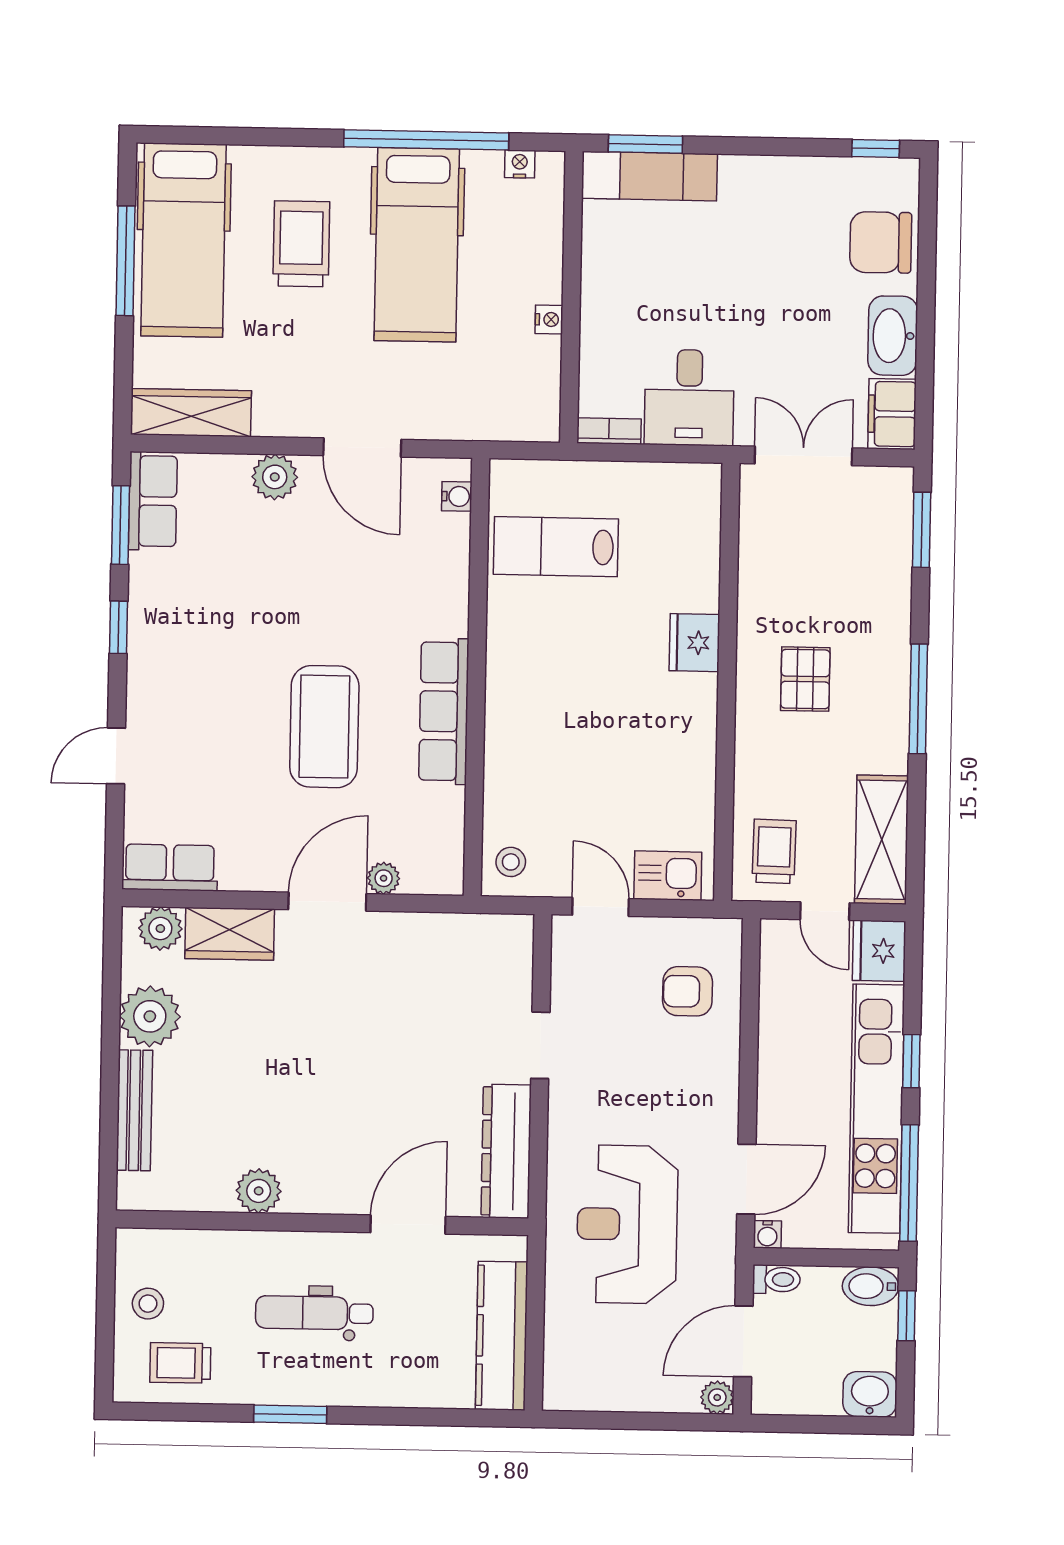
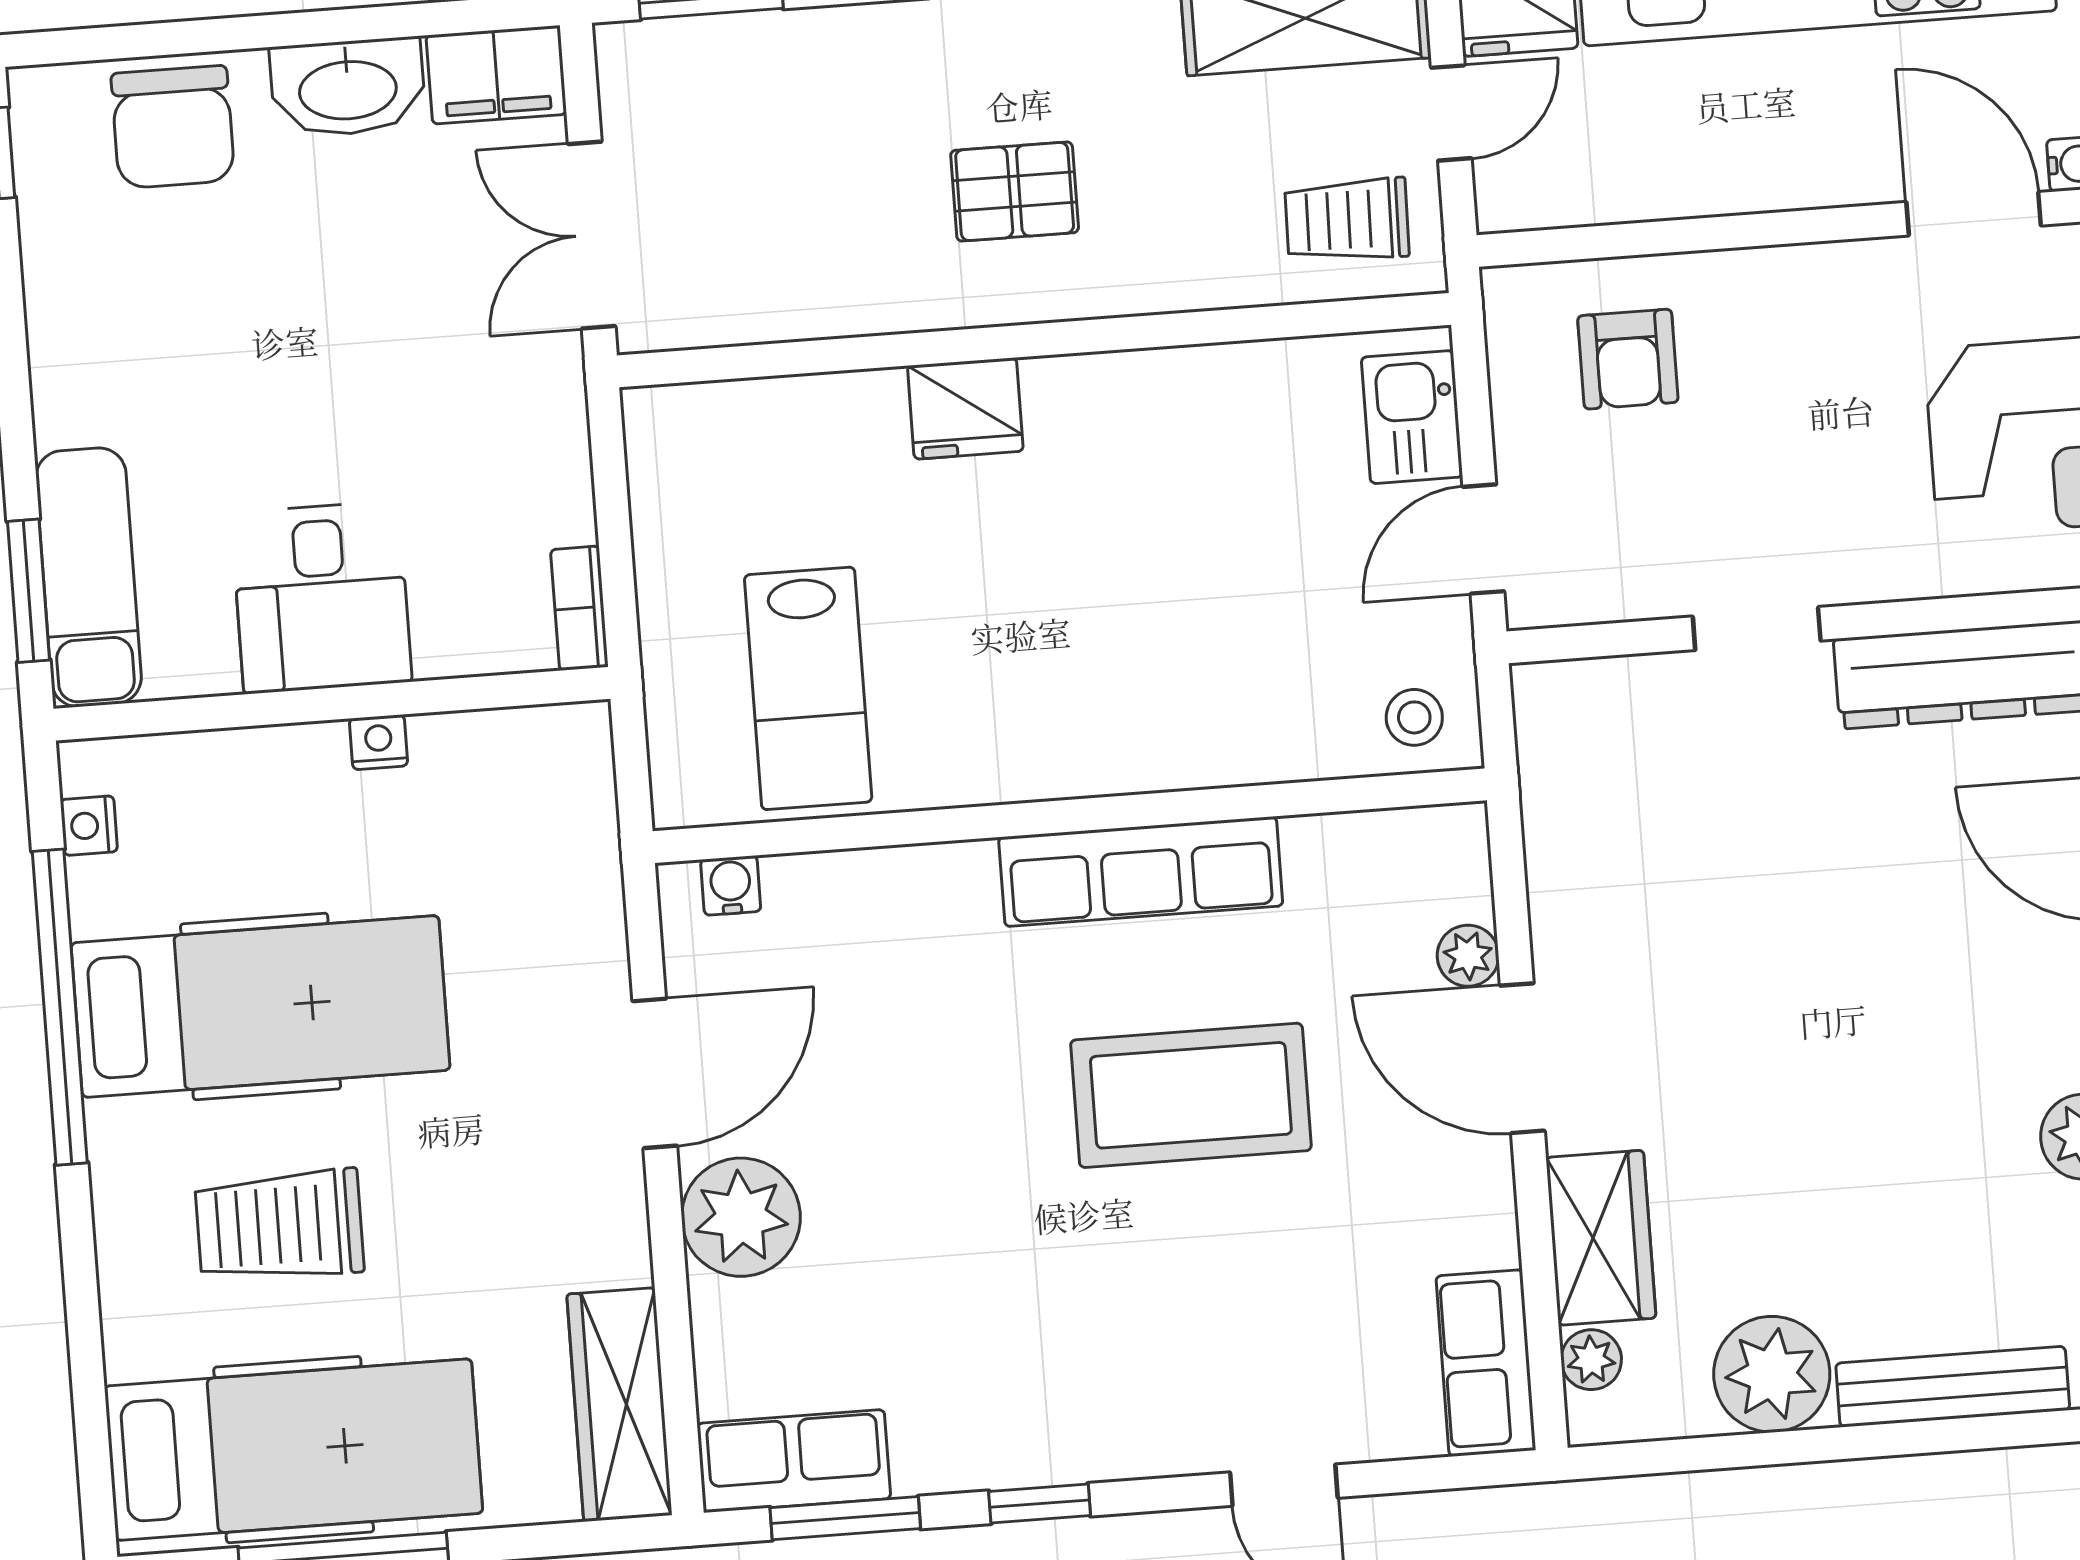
desk: (689, 398) -> (321, 597), moved, turned 90
plant: (275, 477) -> (741, 1217), width x1.36, depth x1.36
plant: (160, 929) -> (1591, 1360), width x0.73, depth x0.73

